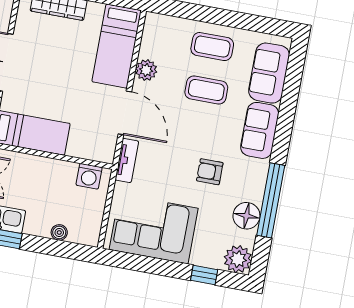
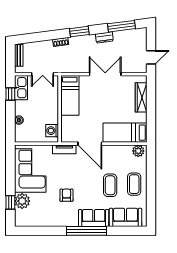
plant: (146, 70) -> (138, 151), moved
door: (125, 113) -> (90, 144), hinge flipped
window: (271, 200) -> (86, 231), moved
floor lamp: (246, 216) -> (46, 219), removed
plant: (238, 259) -> (22, 201), moved

